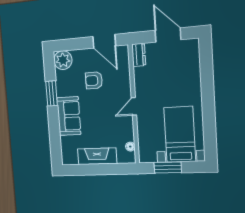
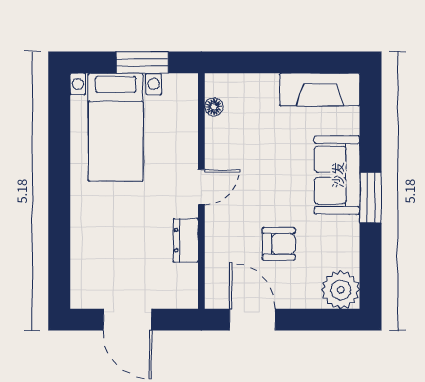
dresser: (139, 55) -> (186, 240), moved
window: (51, 93) -> (370, 198), moved
fireplace: (97, 156) -> (320, 90), moved

